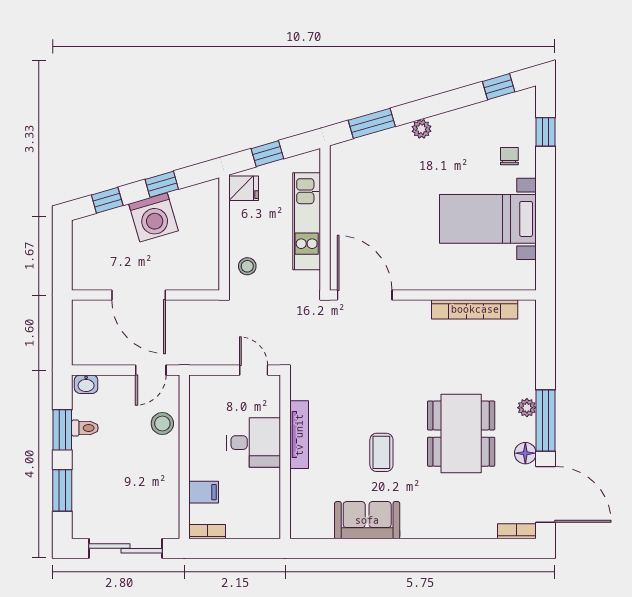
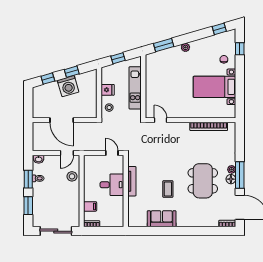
fridge: (244, 188) -> (108, 90), moved
door: (365, 295) -> (160, 120), width x0.53
floor lamp: (525, 453) -> (231, 179), moved

